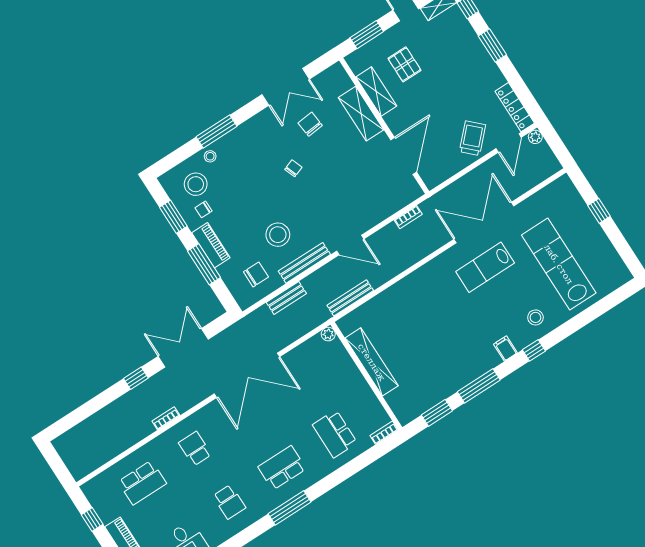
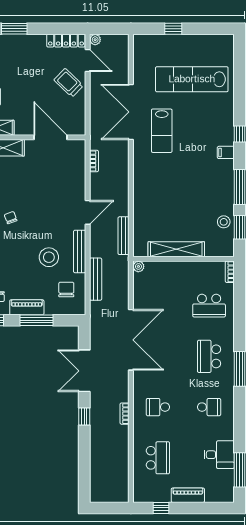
bench: (286, 298) -> (96, 279), width x1.36
stool: (535, 317) -> (224, 222), moved

